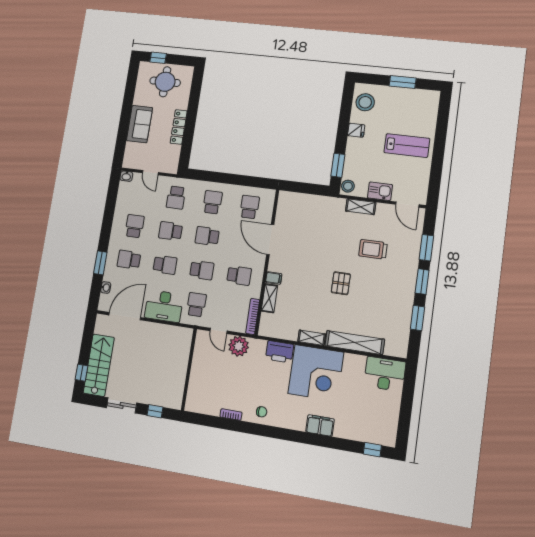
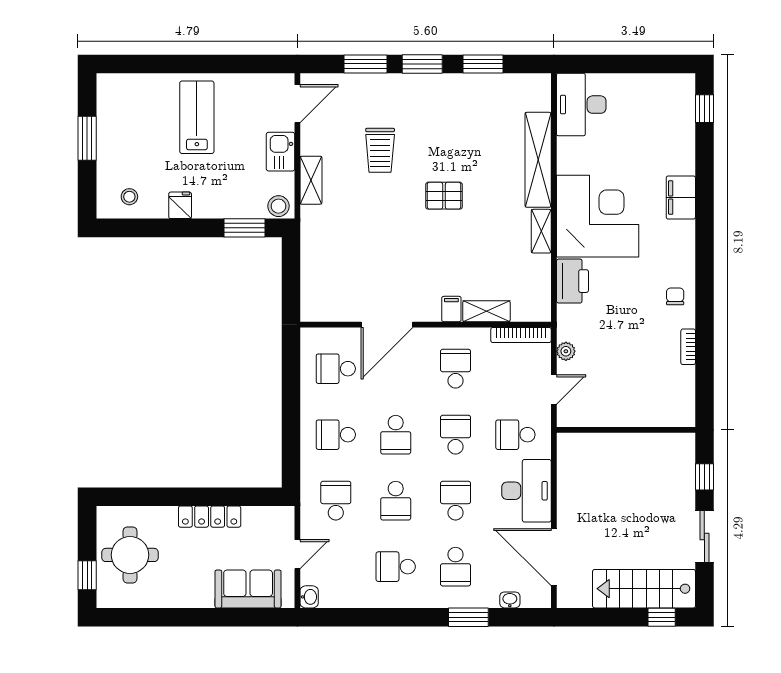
stool: (365, 102) -> (129, 197), width x0.53, depth x0.53
sofa: (139, 124) -> (248, 589), moved
school desk: (176, 198) -> (336, 501), turned -90
plant: (239, 346) -> (566, 351), width x0.53, depth x0.53

